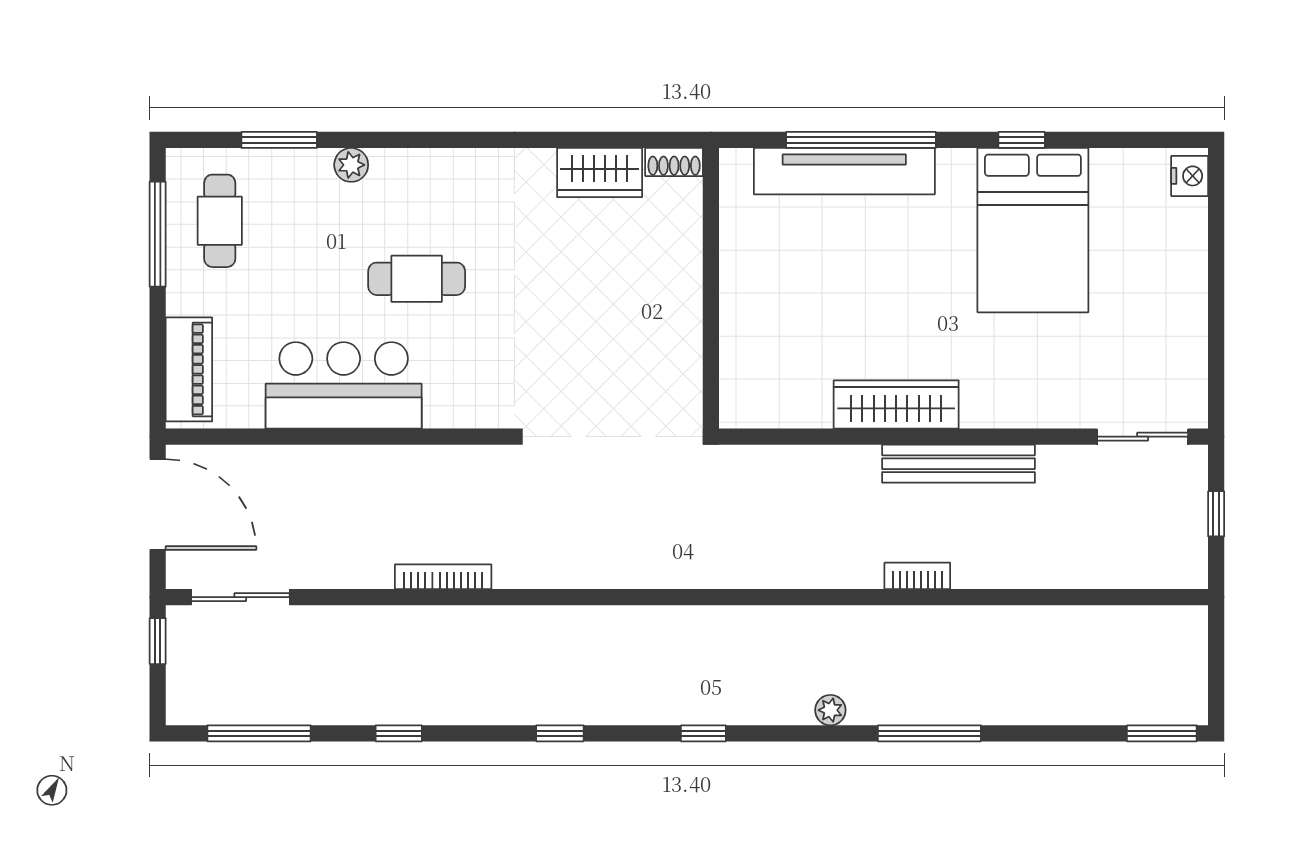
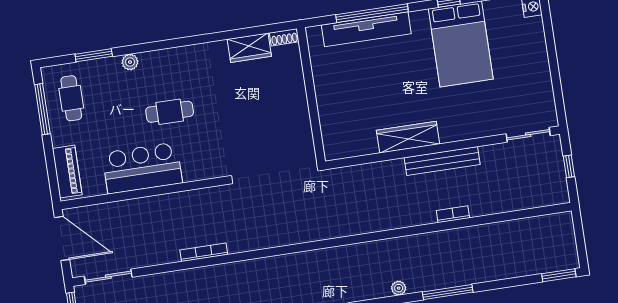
bookcase: (917, 576) -> (453, 214), moved

